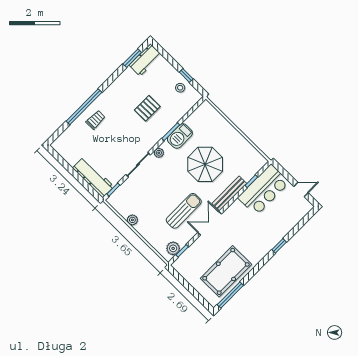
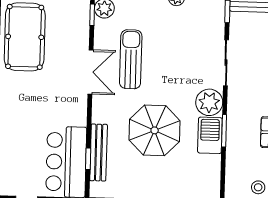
plant: (159, 153) -> (209, 102), width x1.88, depth x1.88
bench: (229, 193) -> (99, 153), moved
sun lounger: (184, 211) -> (131, 59), turned 180

